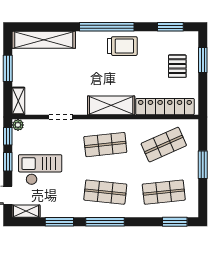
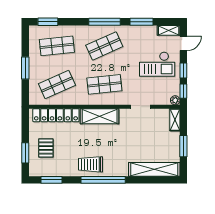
shop shelf: (105, 192) -> (104, 46), turned -30

